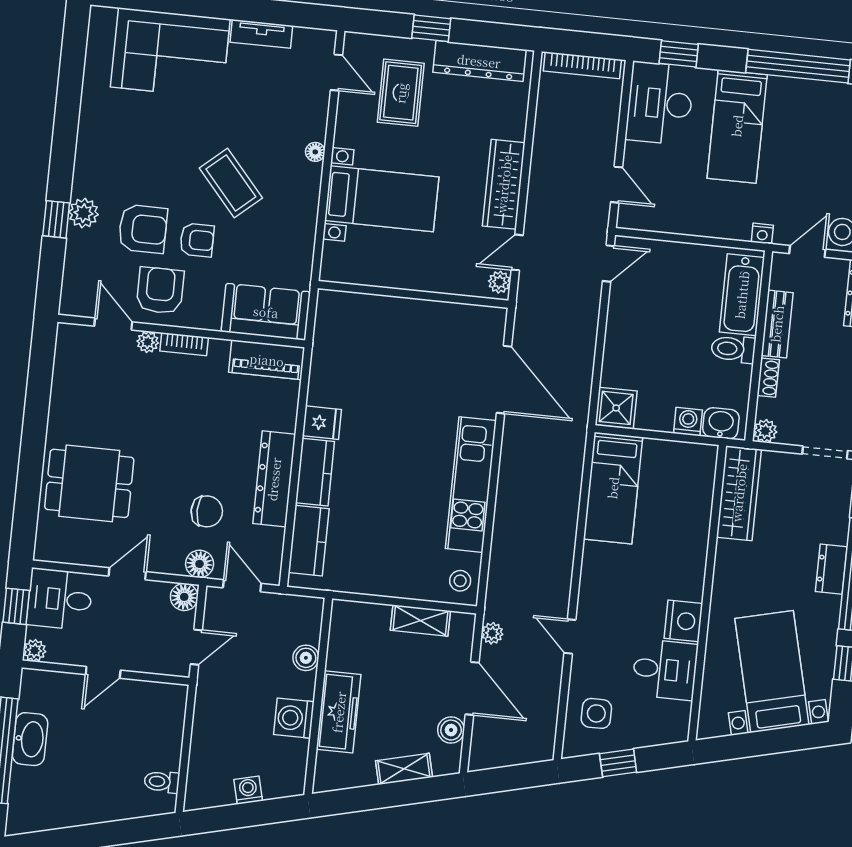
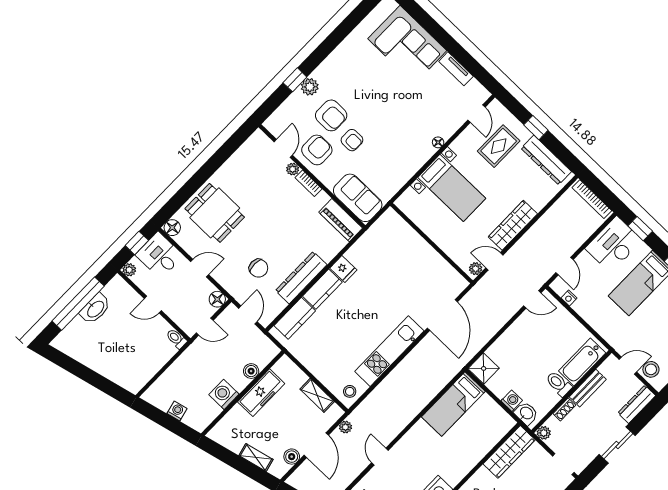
coffee table: (231, 183) -> (388, 126), removed
nightstand: (762, 234) -> (569, 298), moved
floor lamp: (200, 564) -> (172, 228), moved
freezer: (339, 712) -> (261, 393), moved
toilet: (162, 782) -> (176, 339), moved

